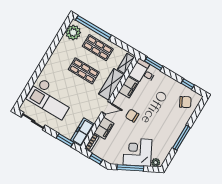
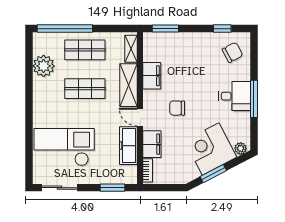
plant: (73, 32) -> (44, 66), moved
desk: (143, 72) -> (235, 96), moved, turned 180
checkout: (50, 98) -> (64, 147), turned 180
door: (107, 108) -> (140, 117), swing flipped
freezer: (82, 132) -> (128, 146), moved
window: (96, 159) -> (164, 188), removed
window: (130, 168) -> (213, 174), width x0.69

